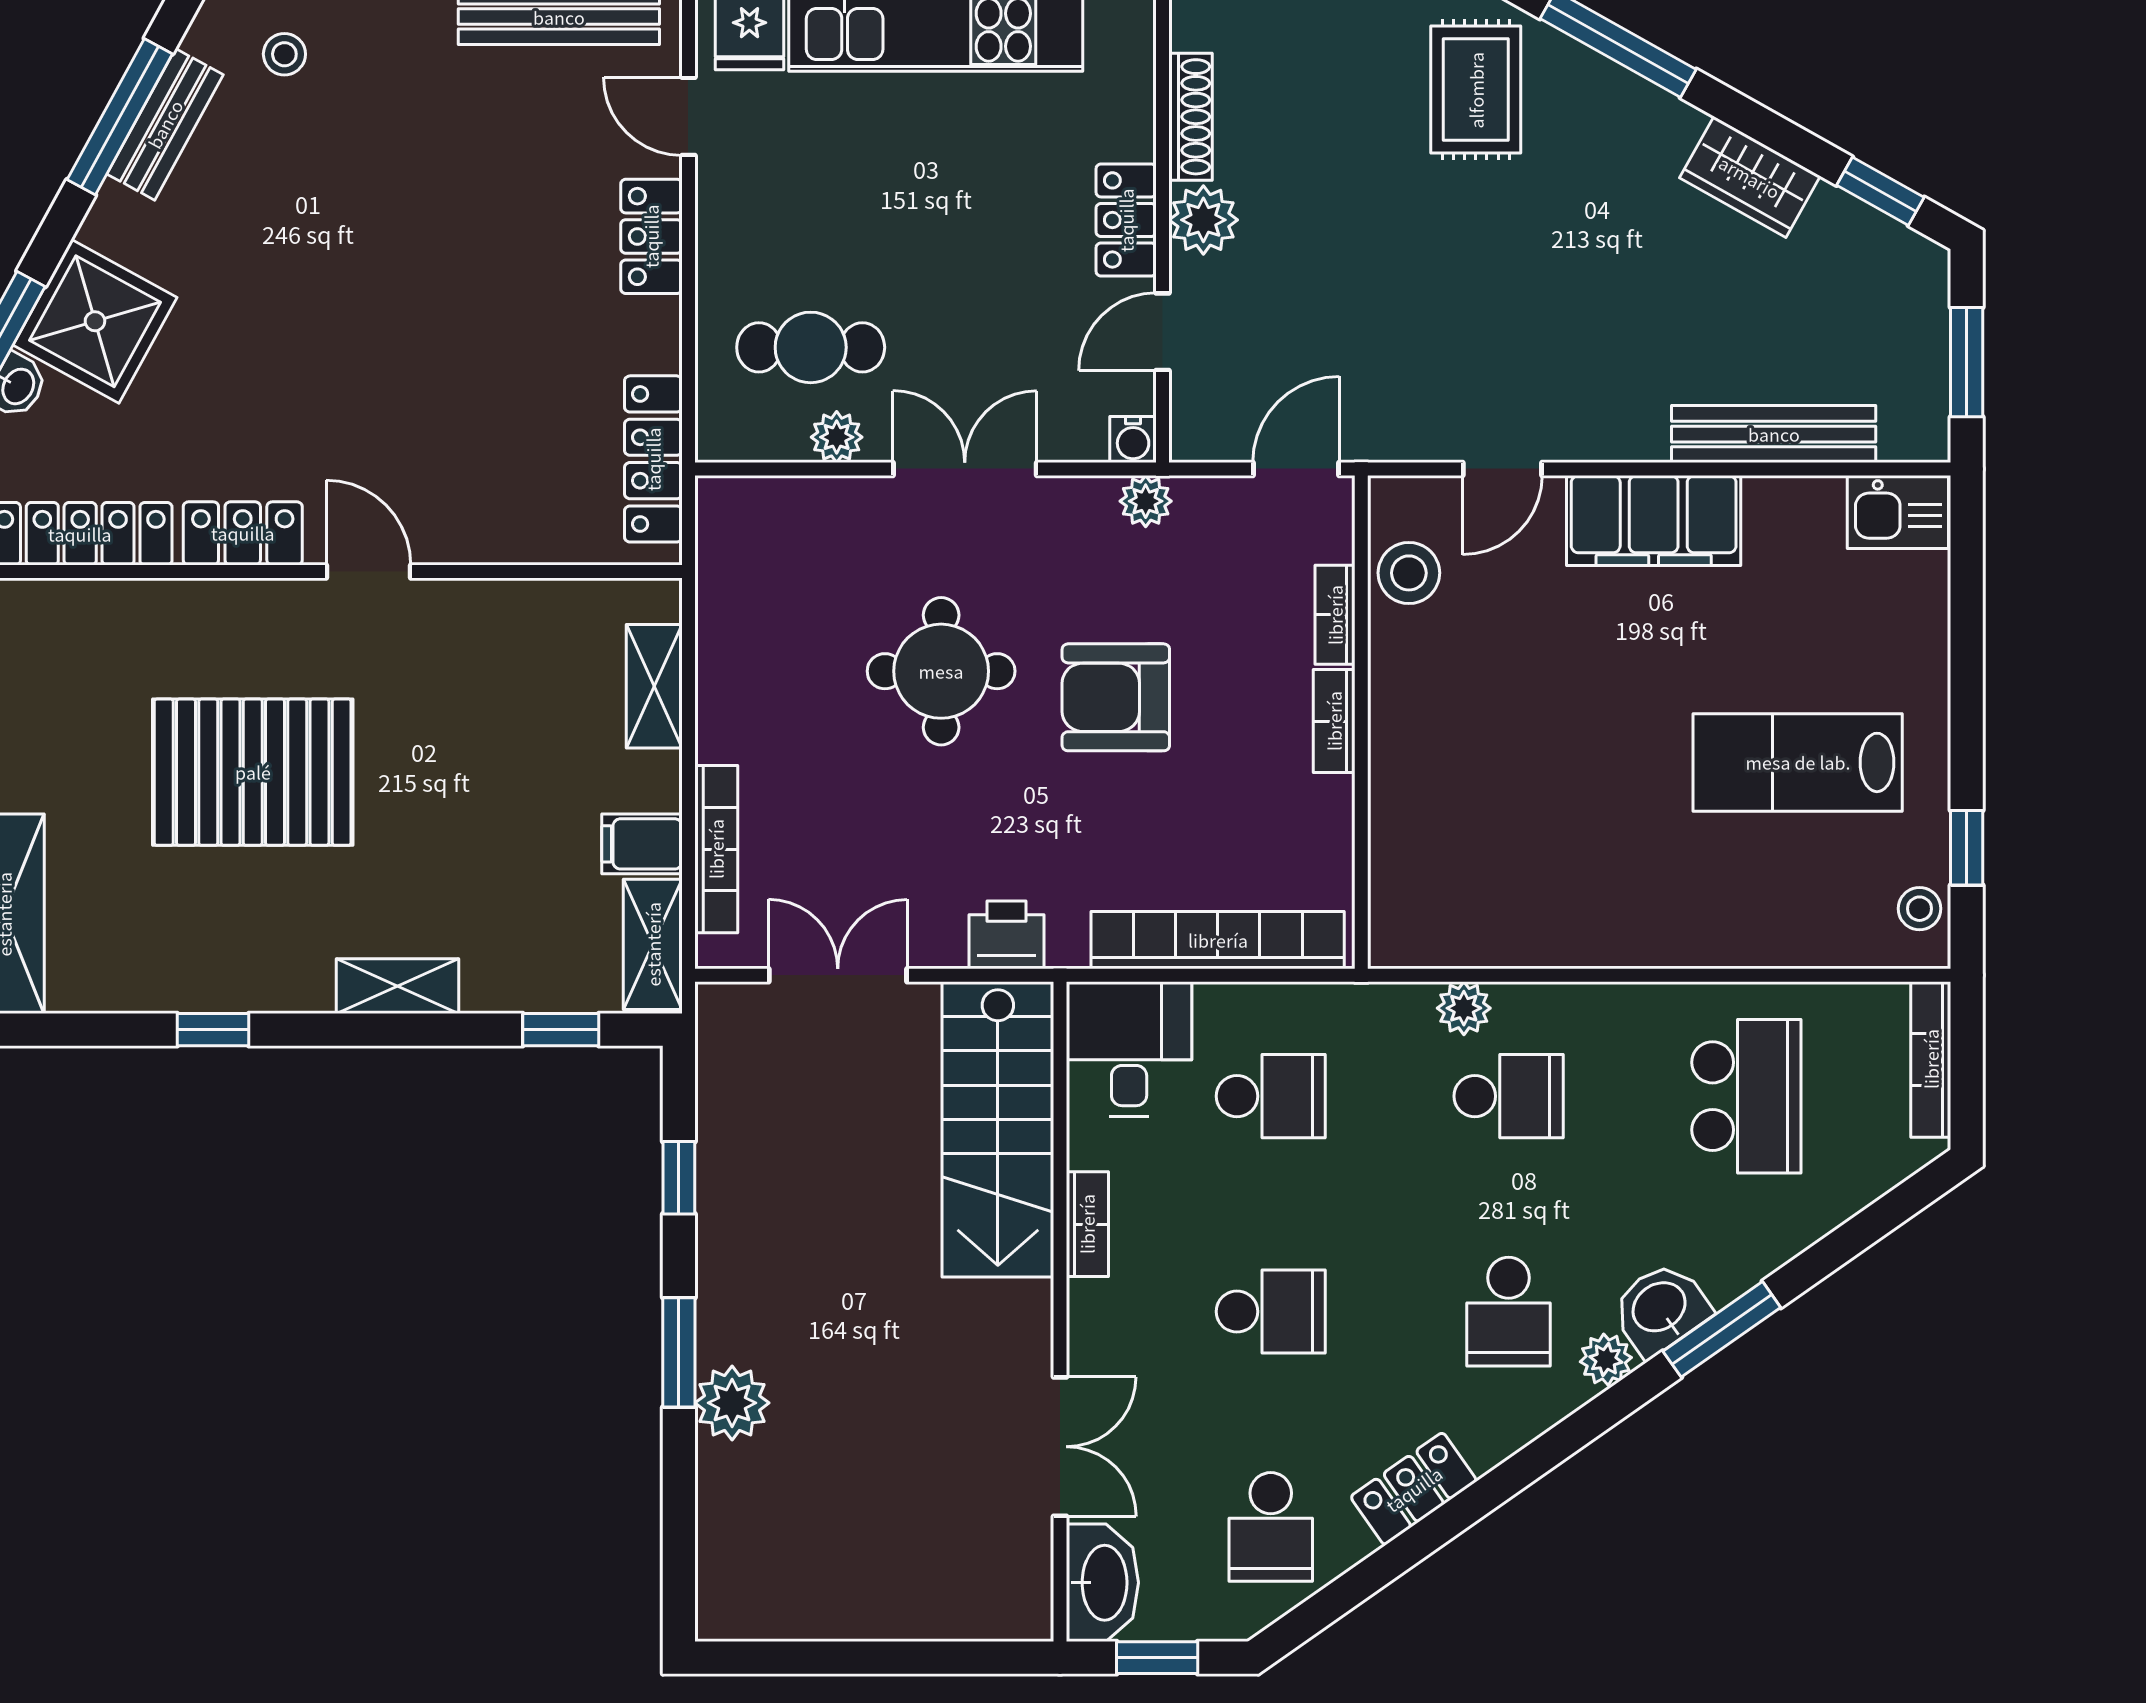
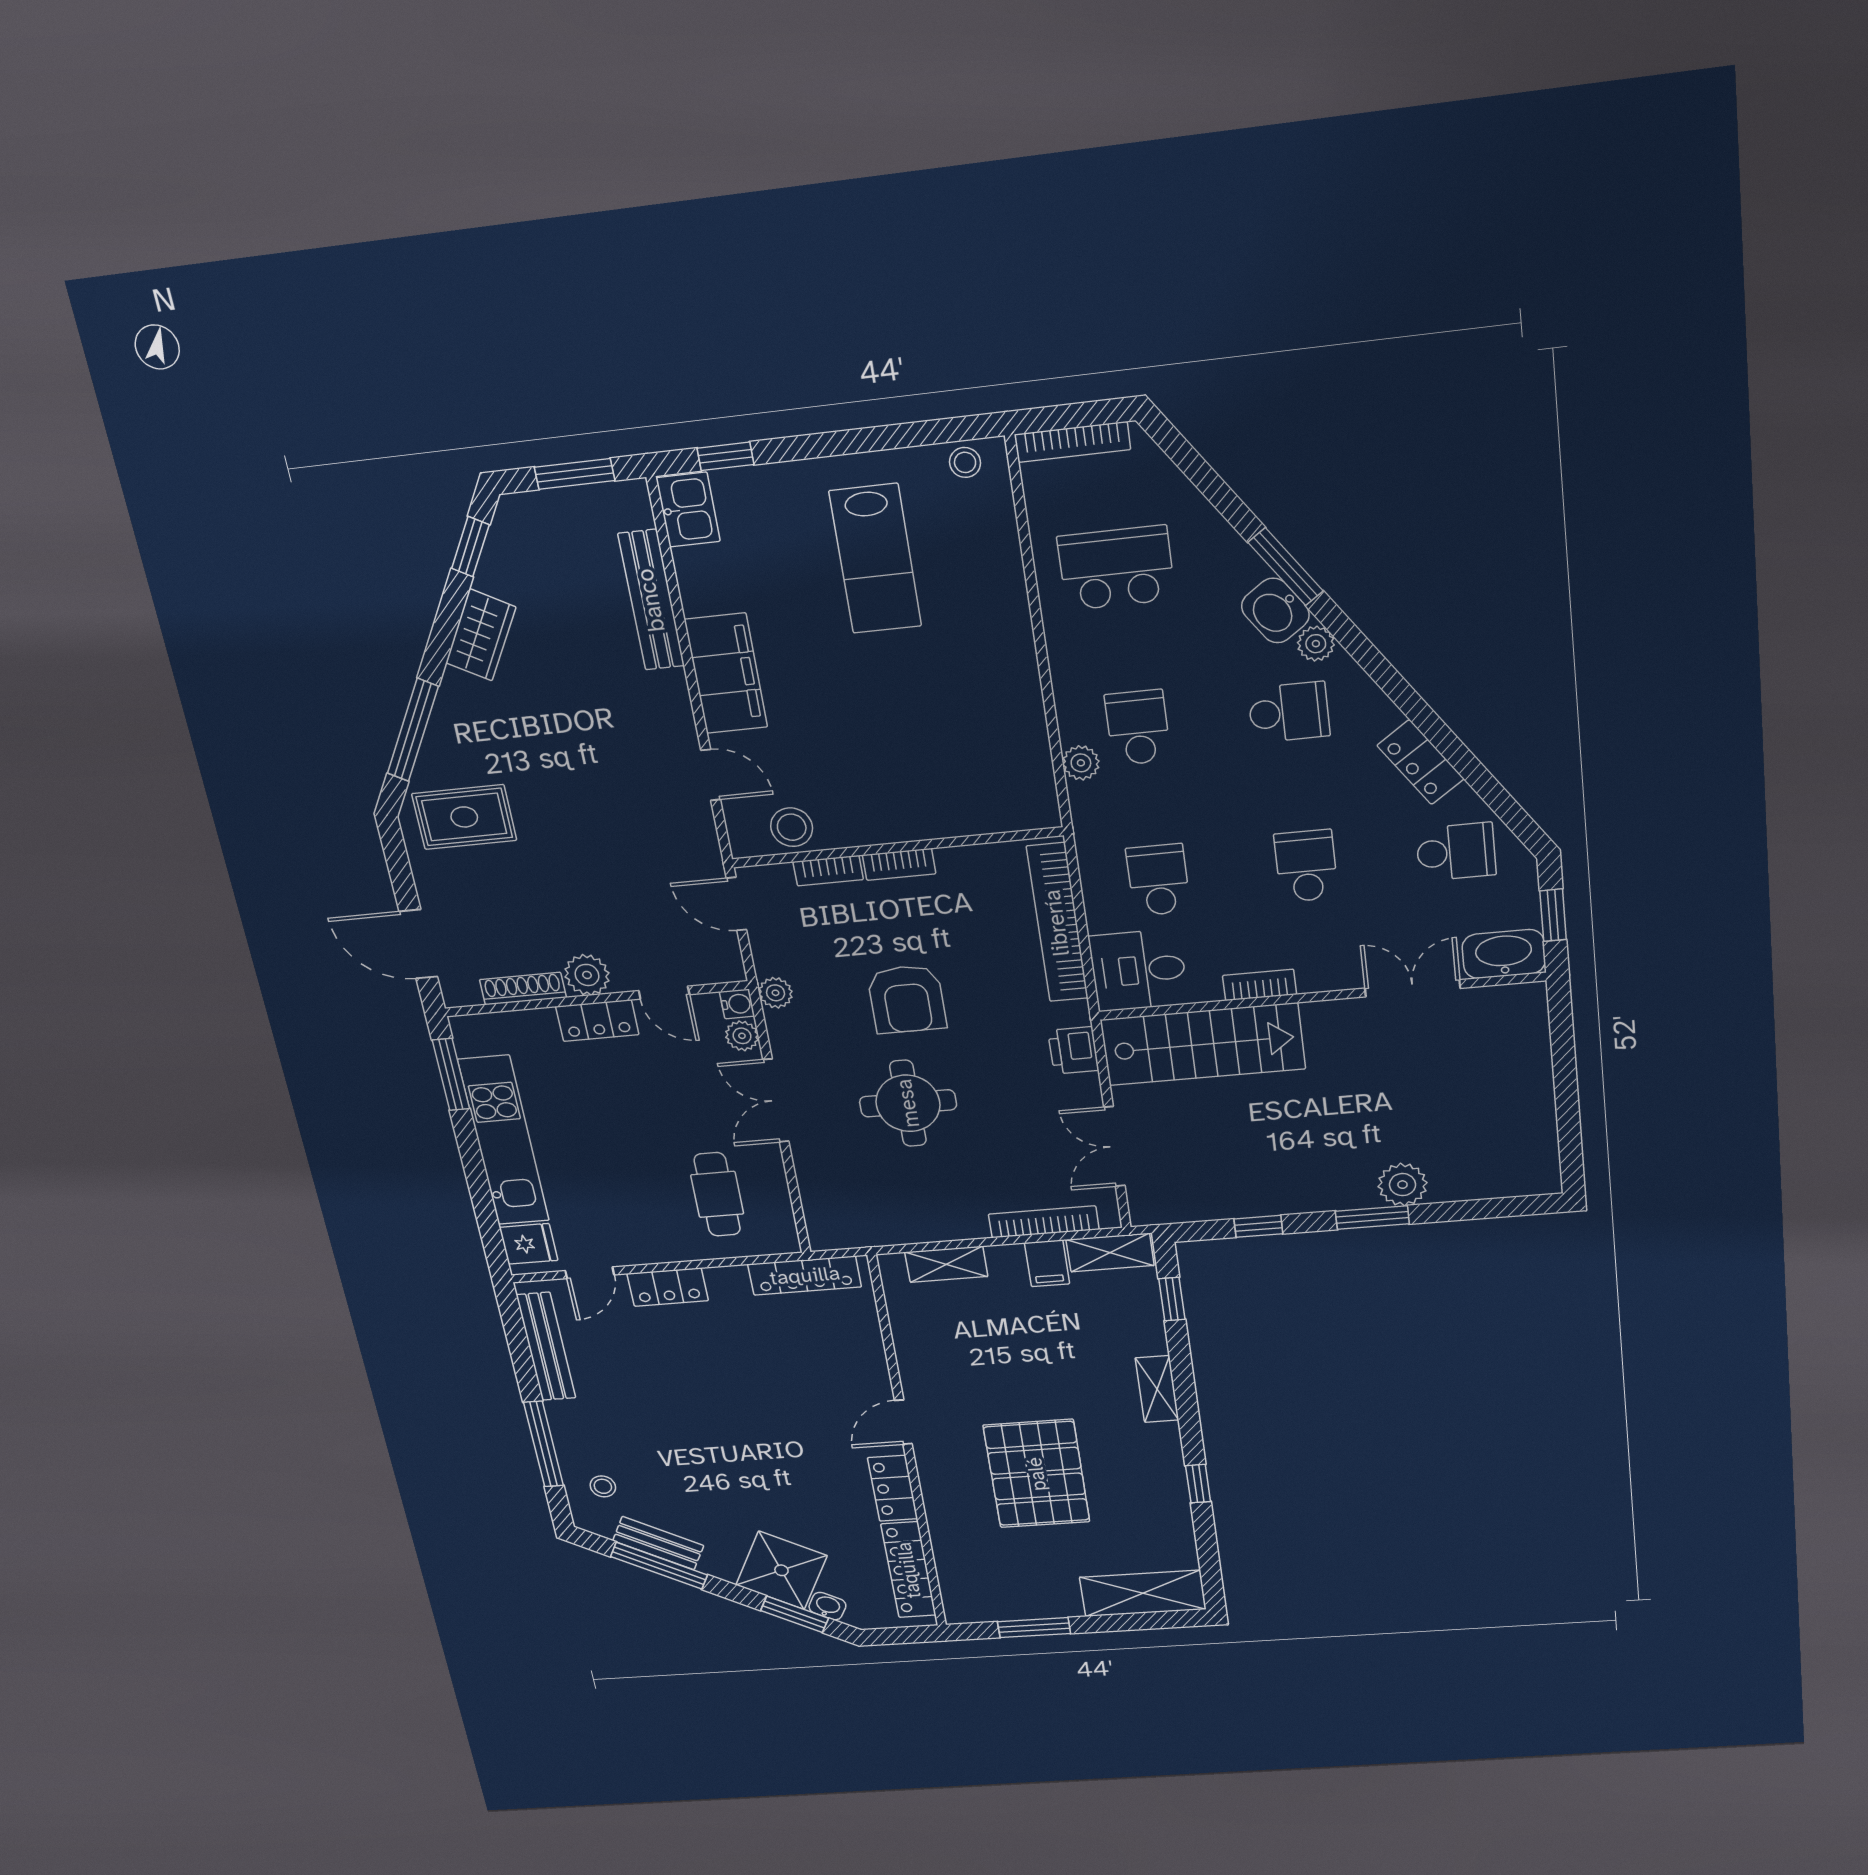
plant: (837, 437) -> (742, 1036), moved
window: (1967, 848) -> (725, 456), moved

